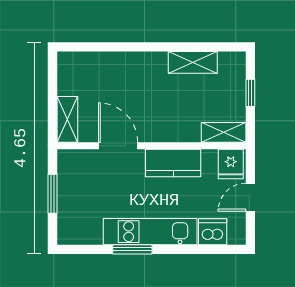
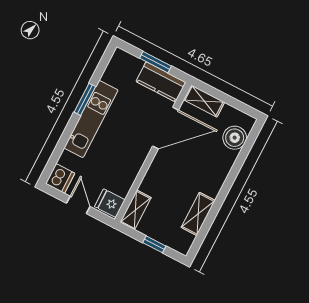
boiler: (90, 66) -> (235, 138), added
door: (118, 146) -> (166, 128), width x1.36
kitchen counter: (173, 163) -> (161, 82), moved, turned -90
dishwasher: (213, 232) -> (60, 178), moved

